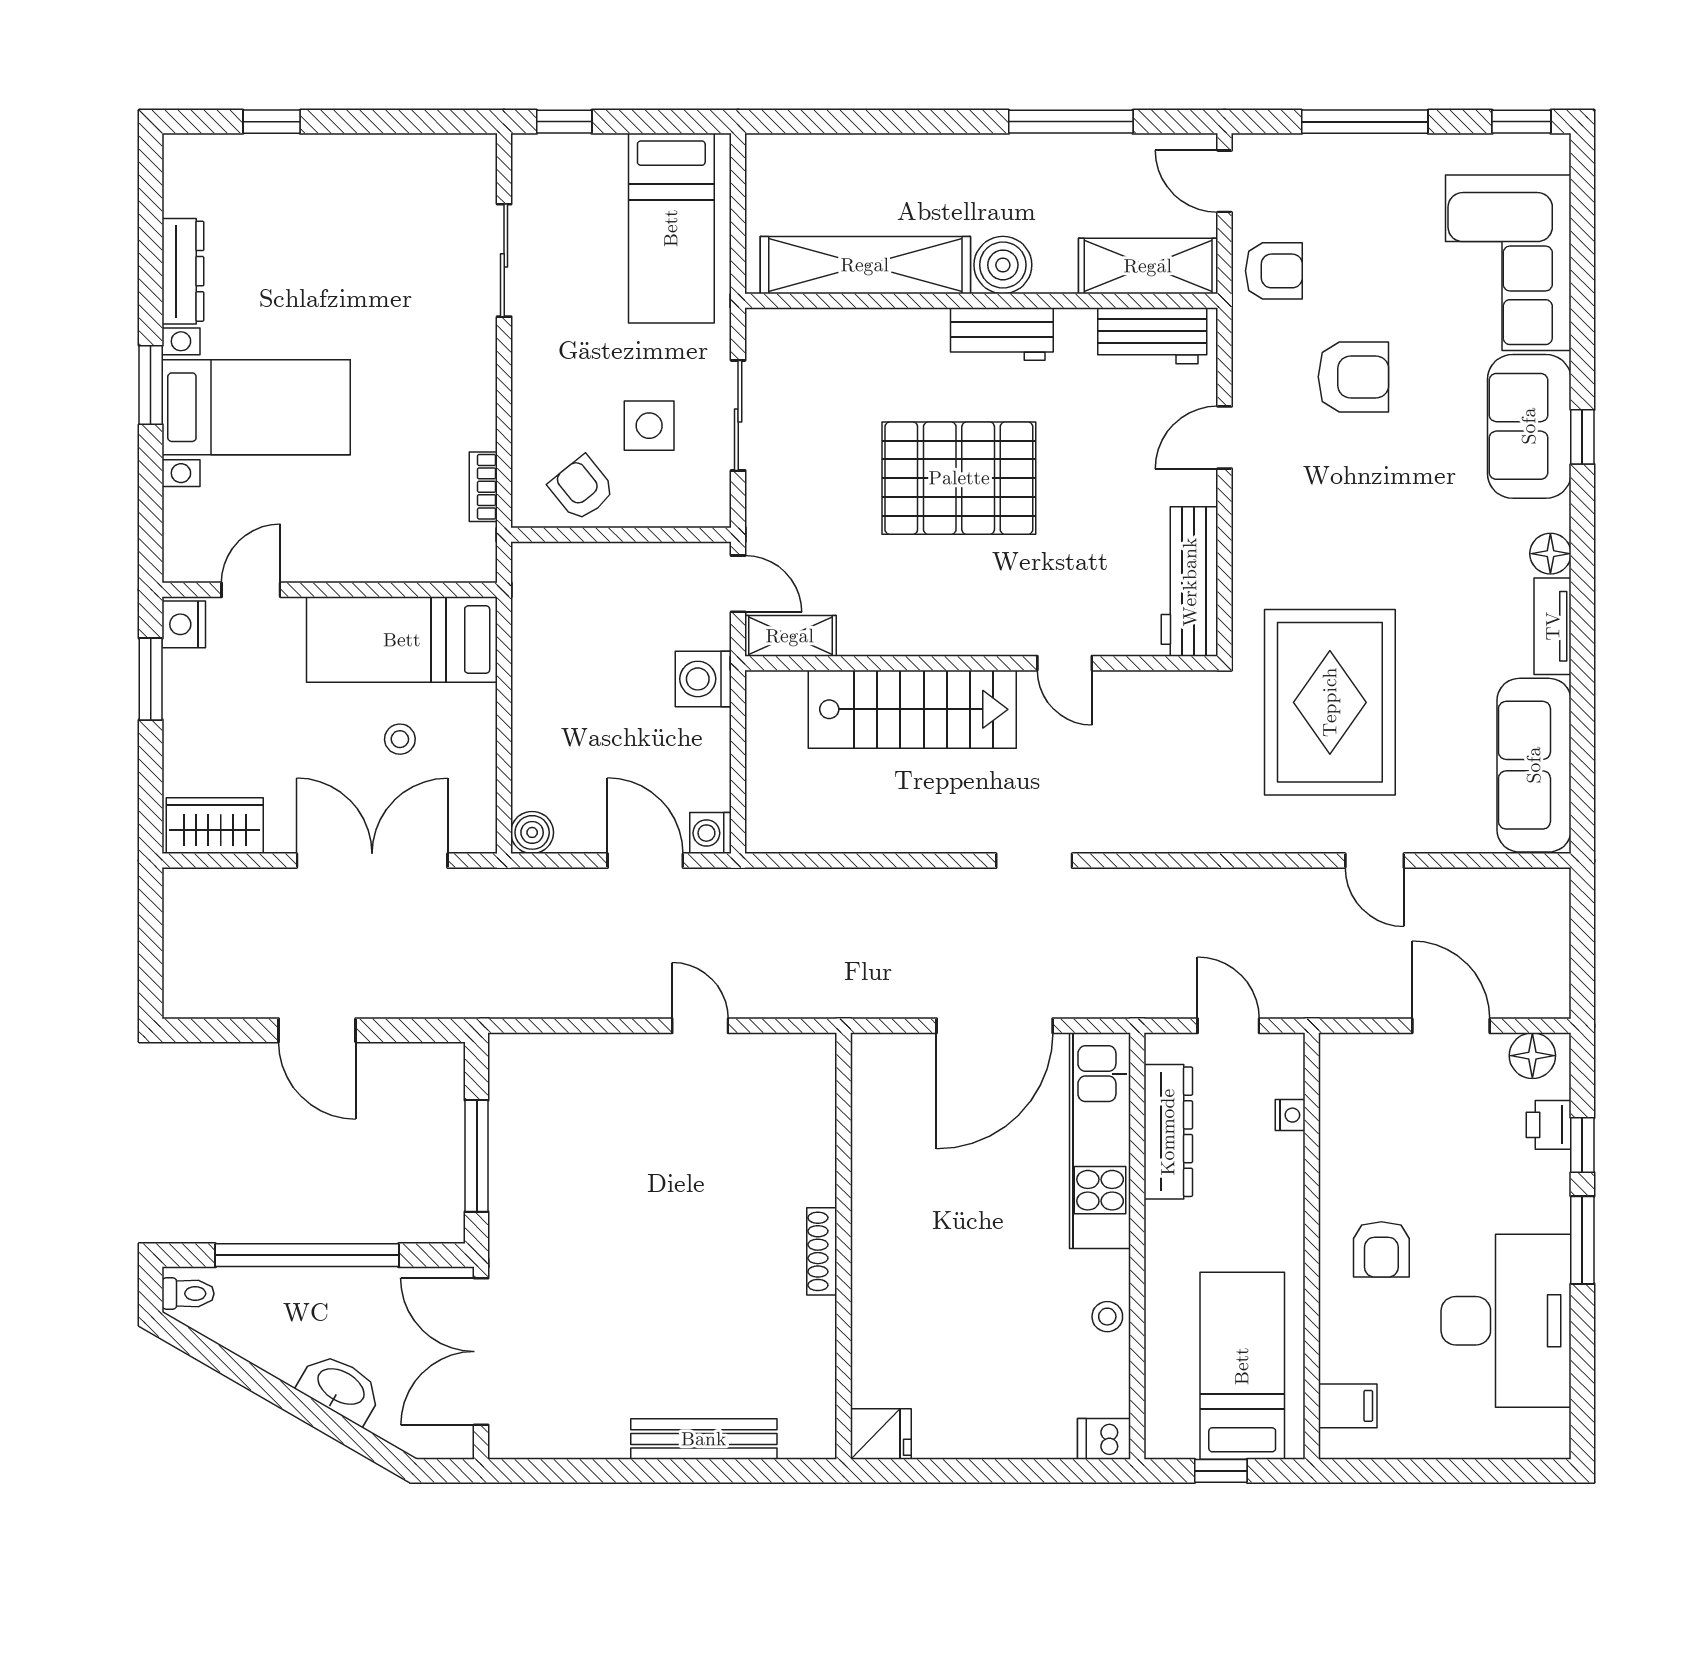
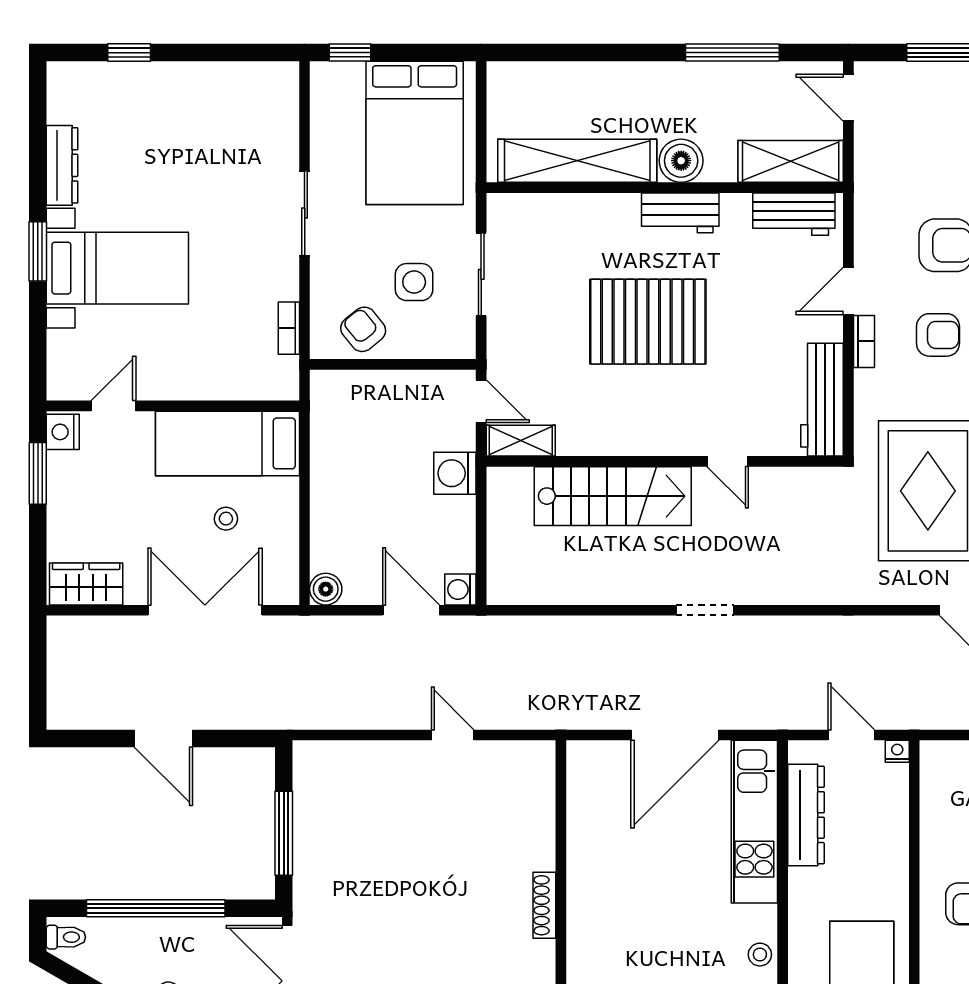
bed: (671, 228) -> (415, 133), width x1.50
sliding door: (504, 260) -> (305, 213), moved
armchair: (1274, 271) -> (938, 335), moved
bookcase: (1245, 504) -> (864, 341), added
nightstand: (1290, 1115) -> (897, 751), moved, turned -90

